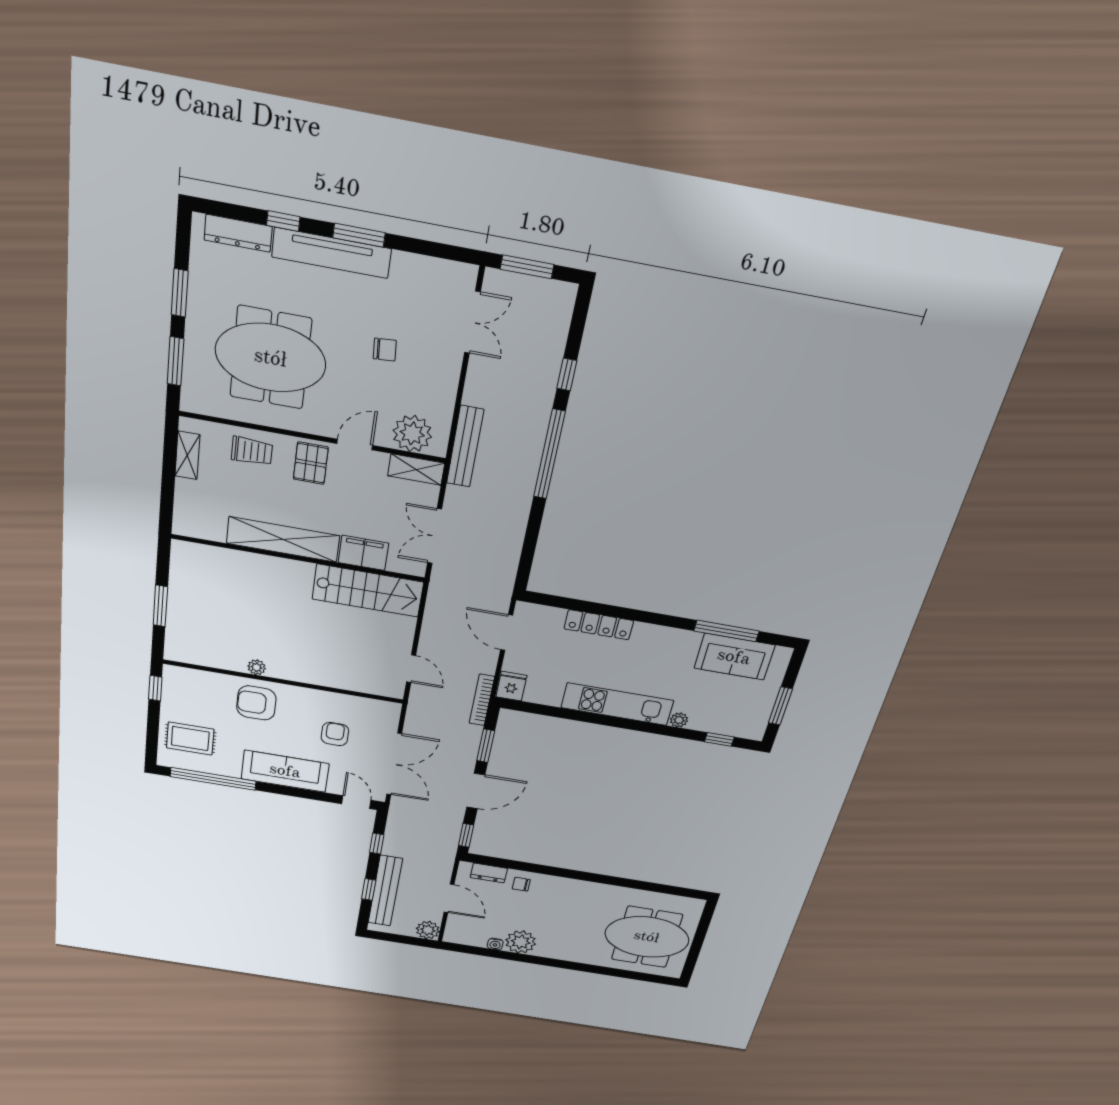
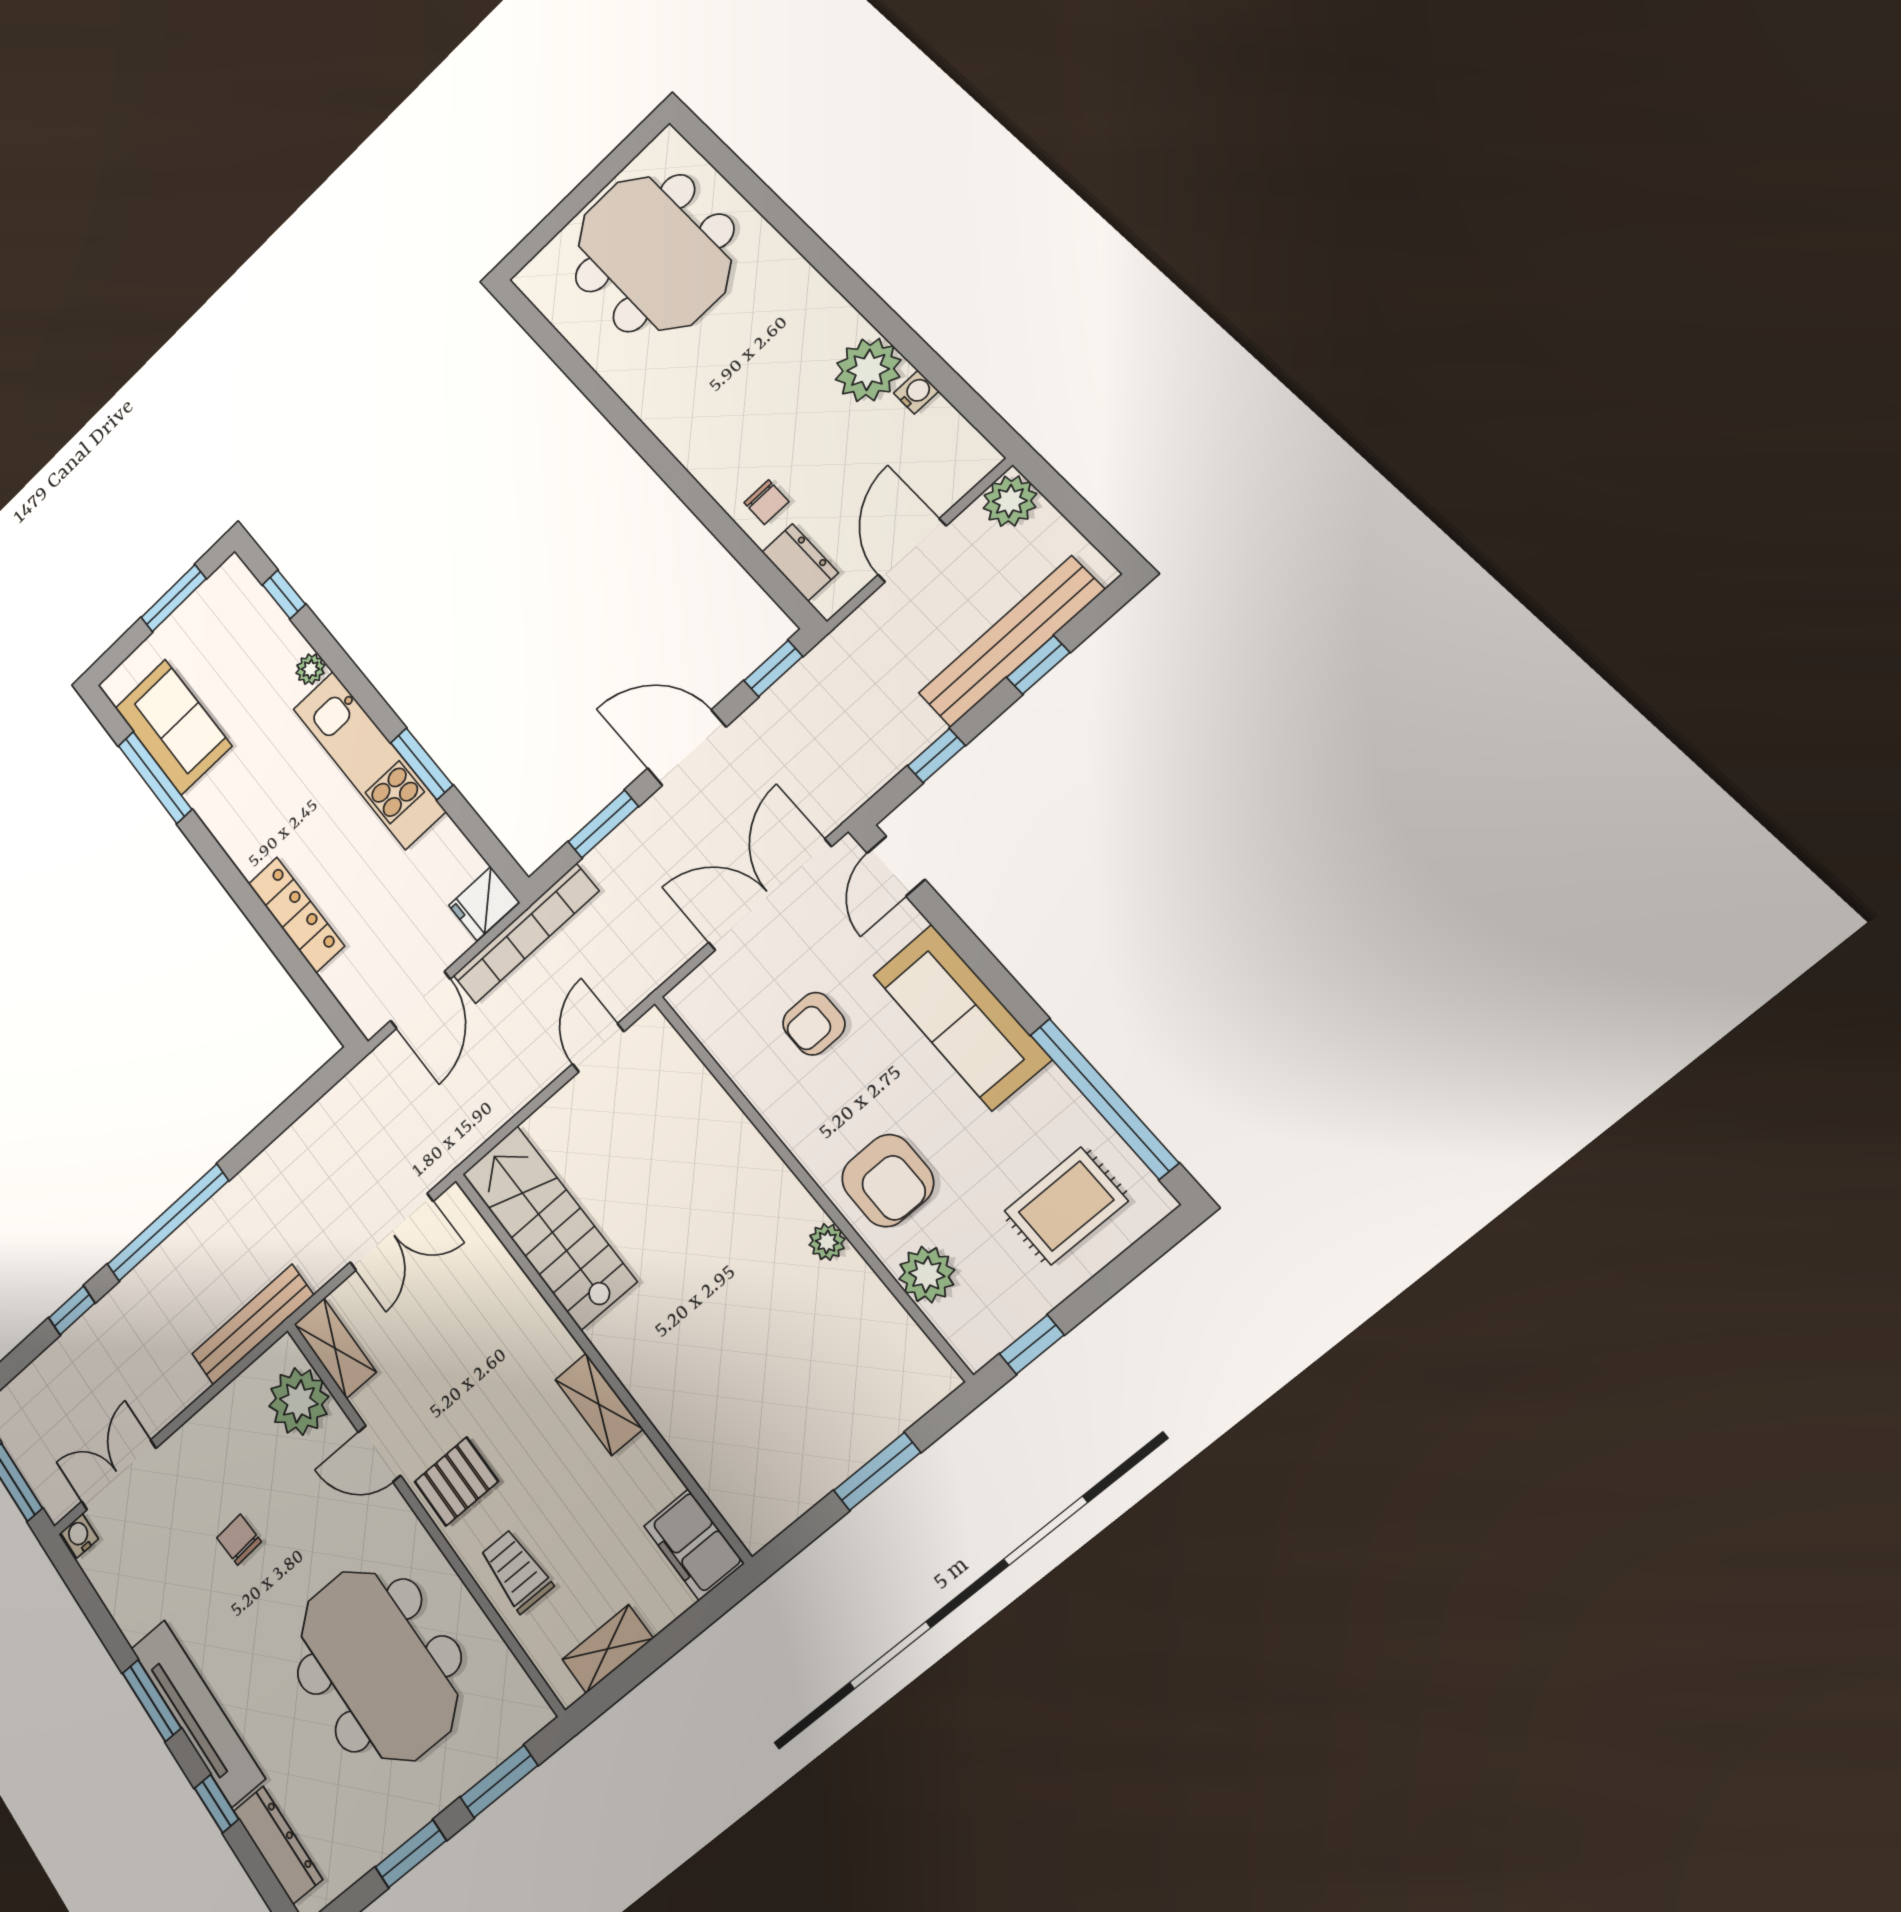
water cooler: (468, 275) -> (79, 1536), added
shelving: (283, 539) -> (599, 1404), width x0.45, depth x0.75
filing cabinet: (363, 553) -> (694, 1545), moved
plant: (212, 683) -> (927, 1275), added
bookcase: (482, 700) -> (526, 934), width x1.48, depth x1.31
window: (589, 718) -> (422, 764), added
rug: (190, 739) -> (1066, 1206), turned 90

